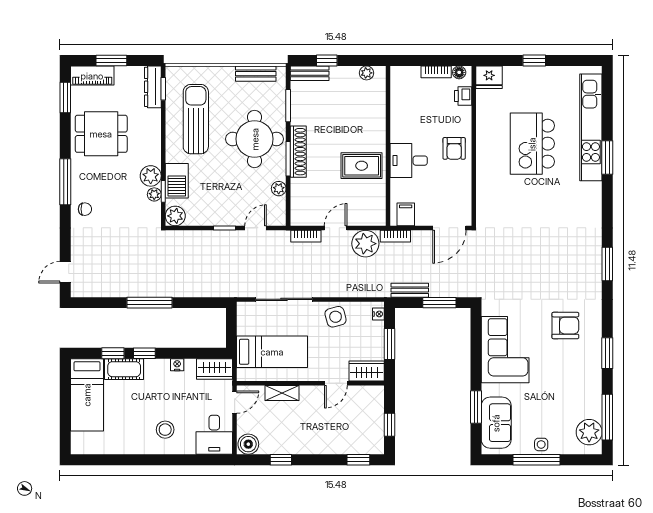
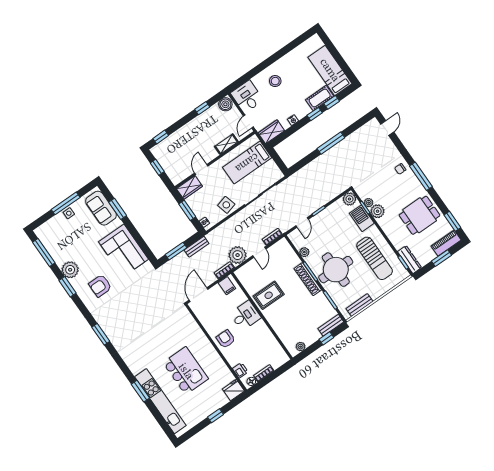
plant: (589, 432) -> (70, 270), moved

